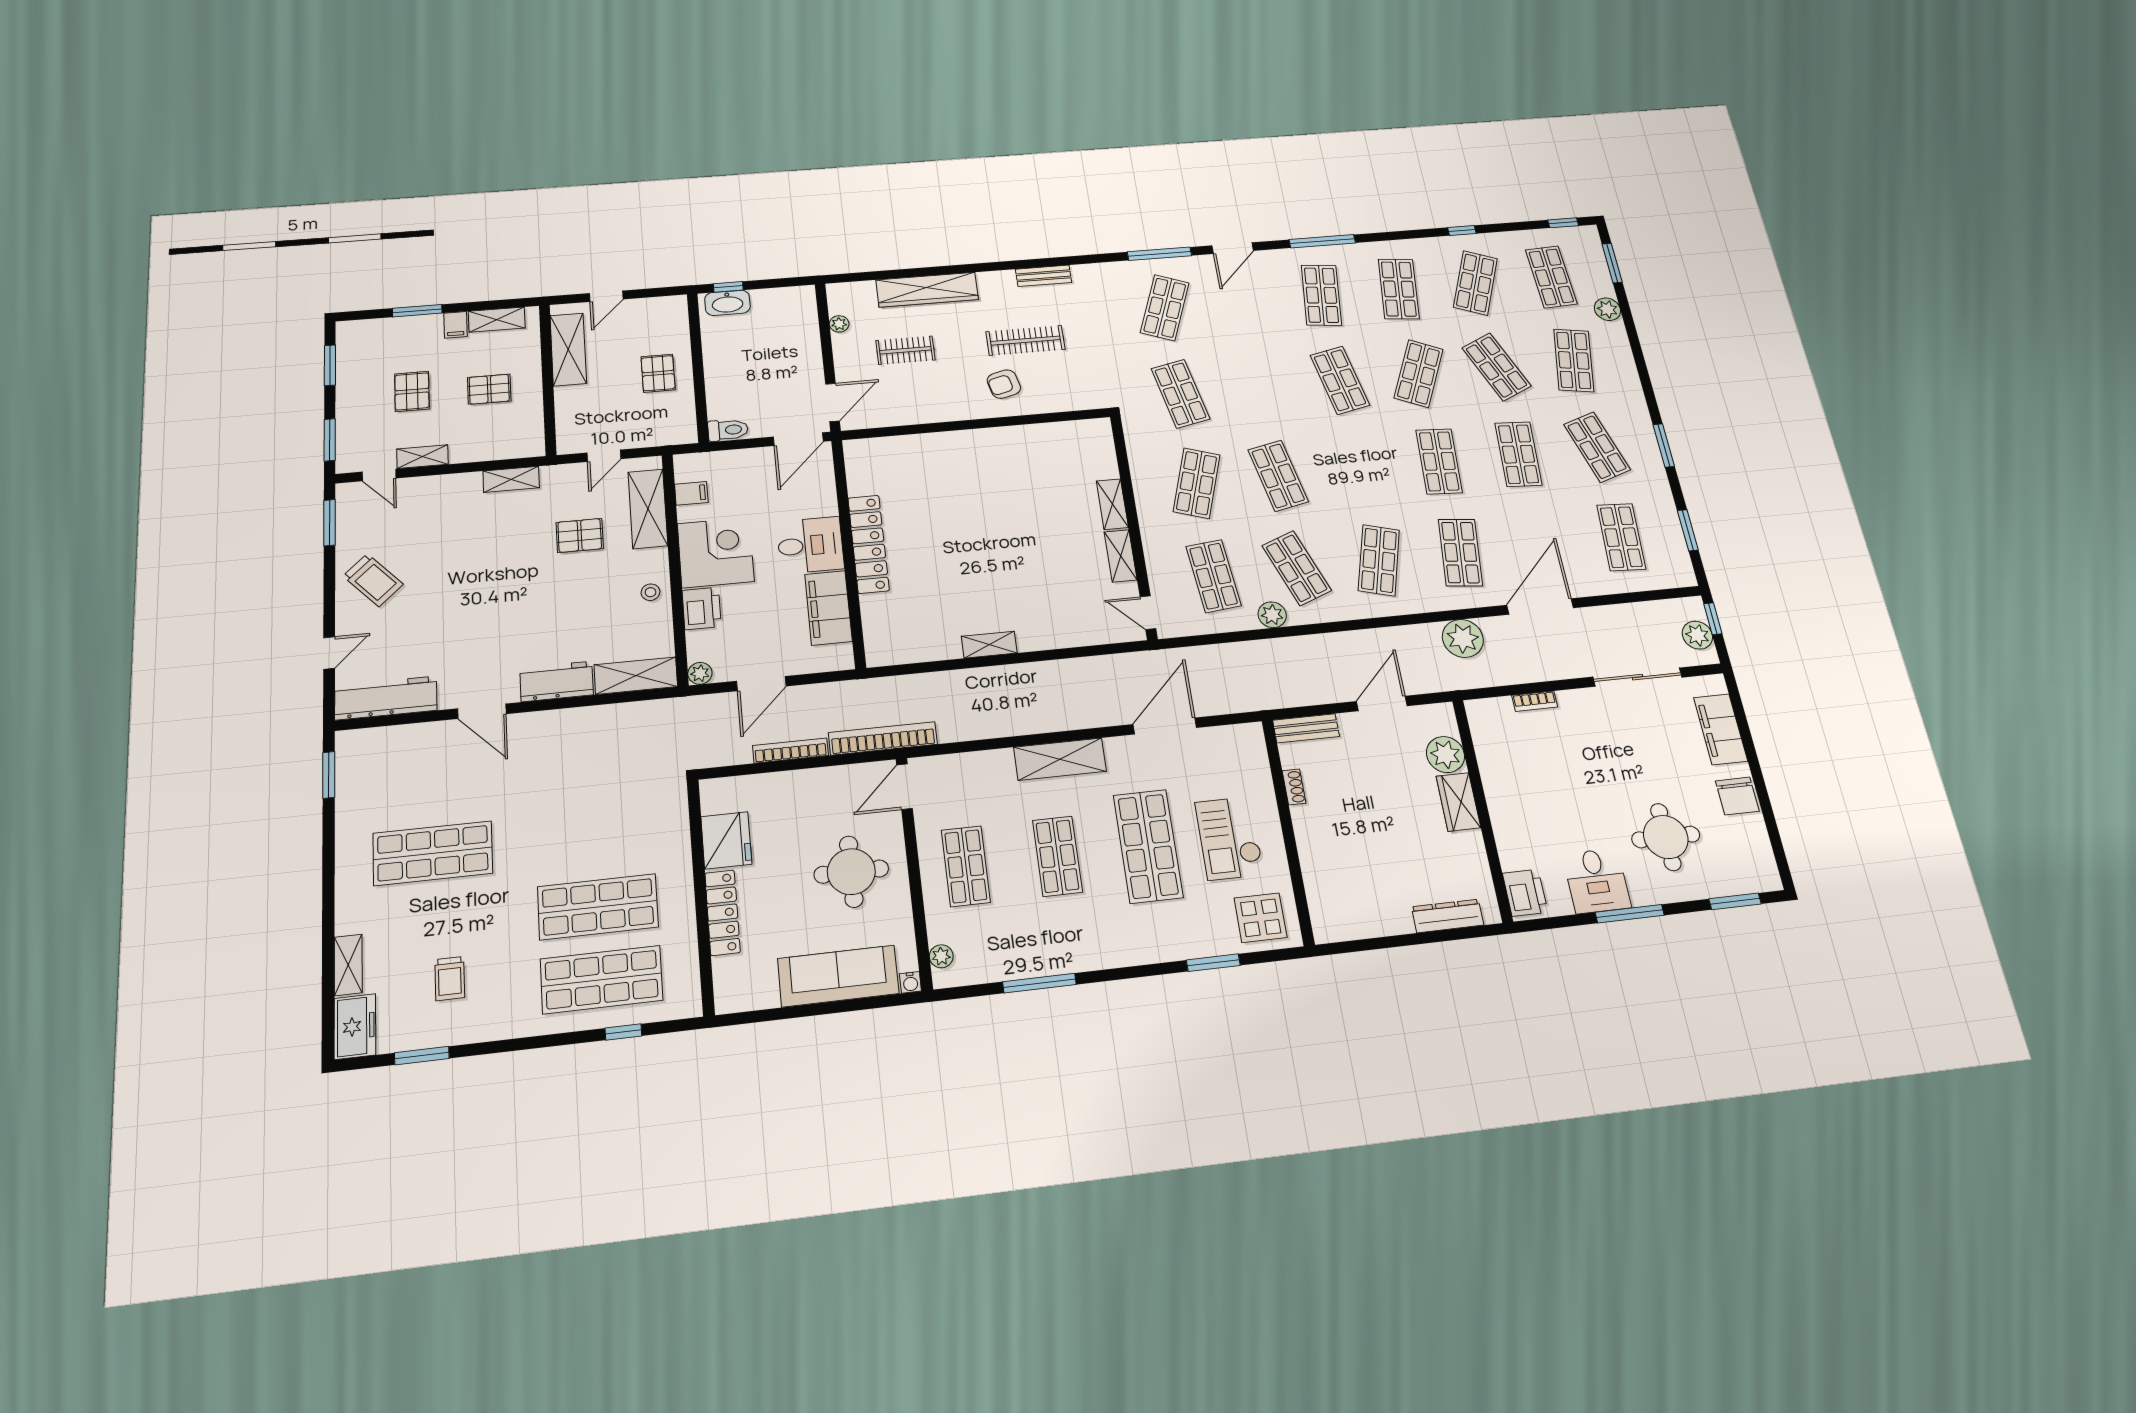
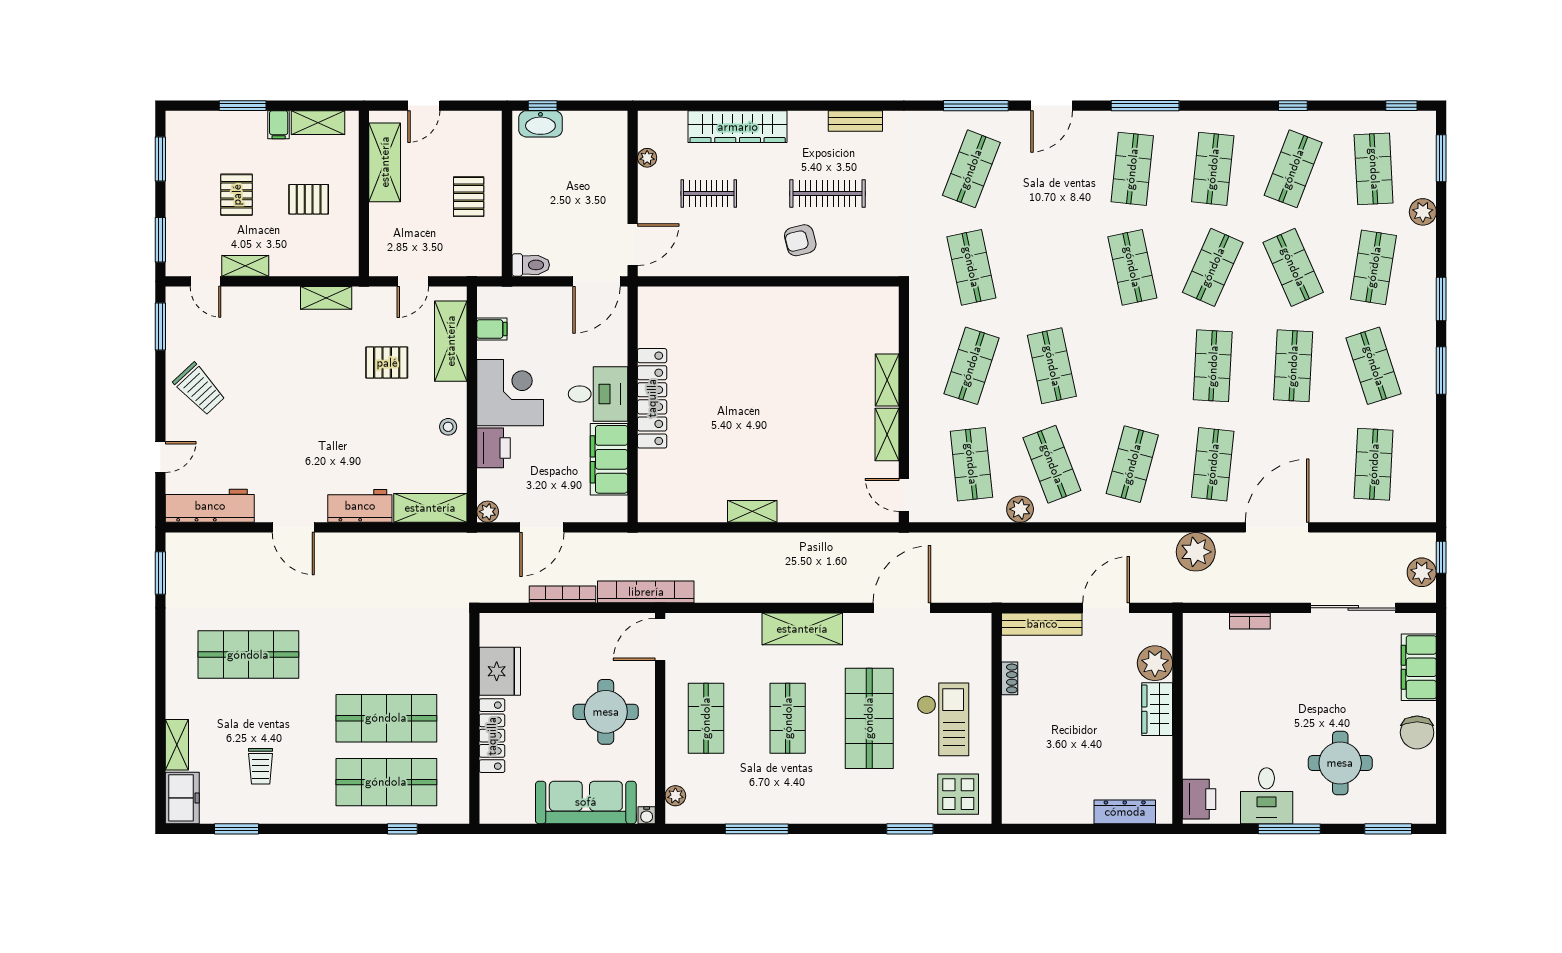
window: (1688, 530) -> (1441, 299), moved
bench: (1306, 728) -> (1042, 624), width x1.36
checkout: (1229, 838) -> (943, 719), turned 180

